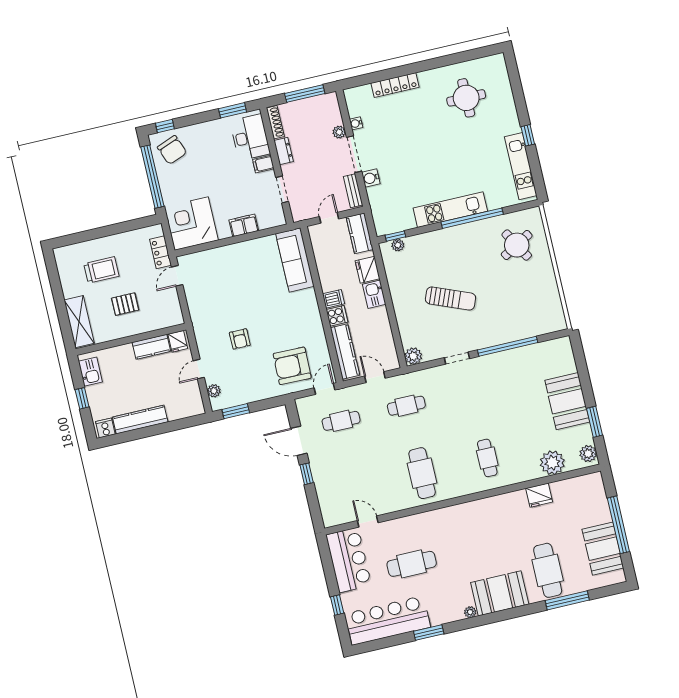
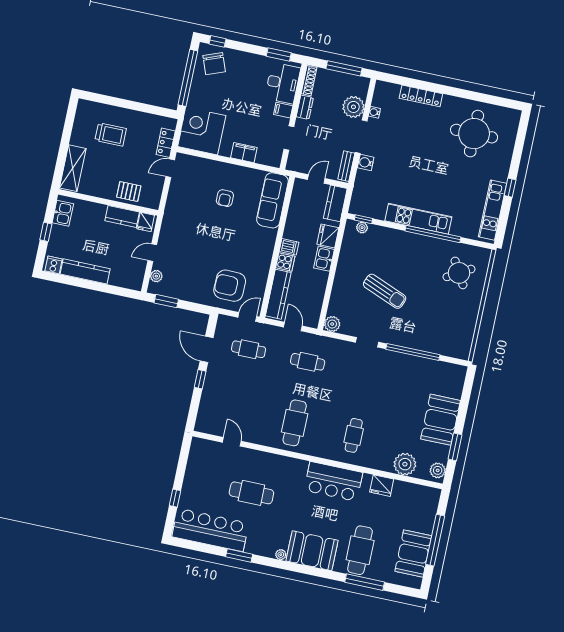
round table: (466, 98) -> (474, 134), width x1.36, depth x1.36
plant: (339, 132) -> (353, 107), width x1.88, depth x1.88
pallet: (125, 304) -> (129, 192), moved
armchair: (240, 339) -> (225, 198), moved
bar counter: (349, 560) -> (333, 481), moved, turned 90

